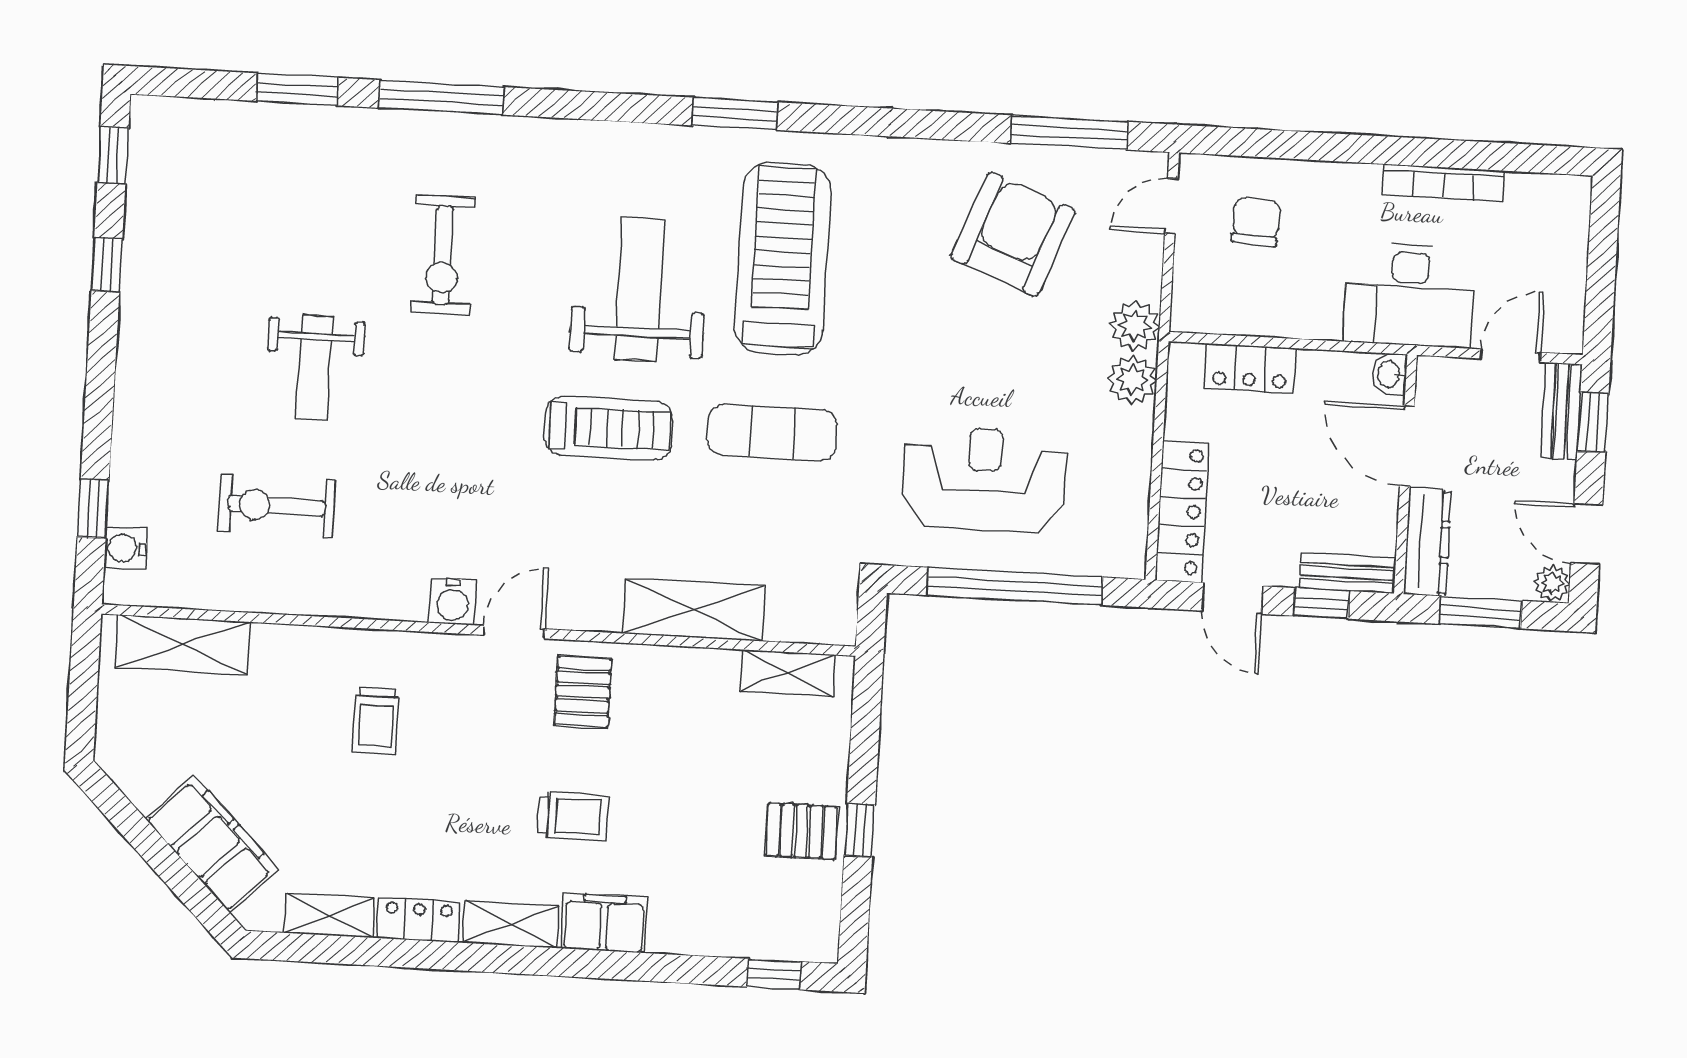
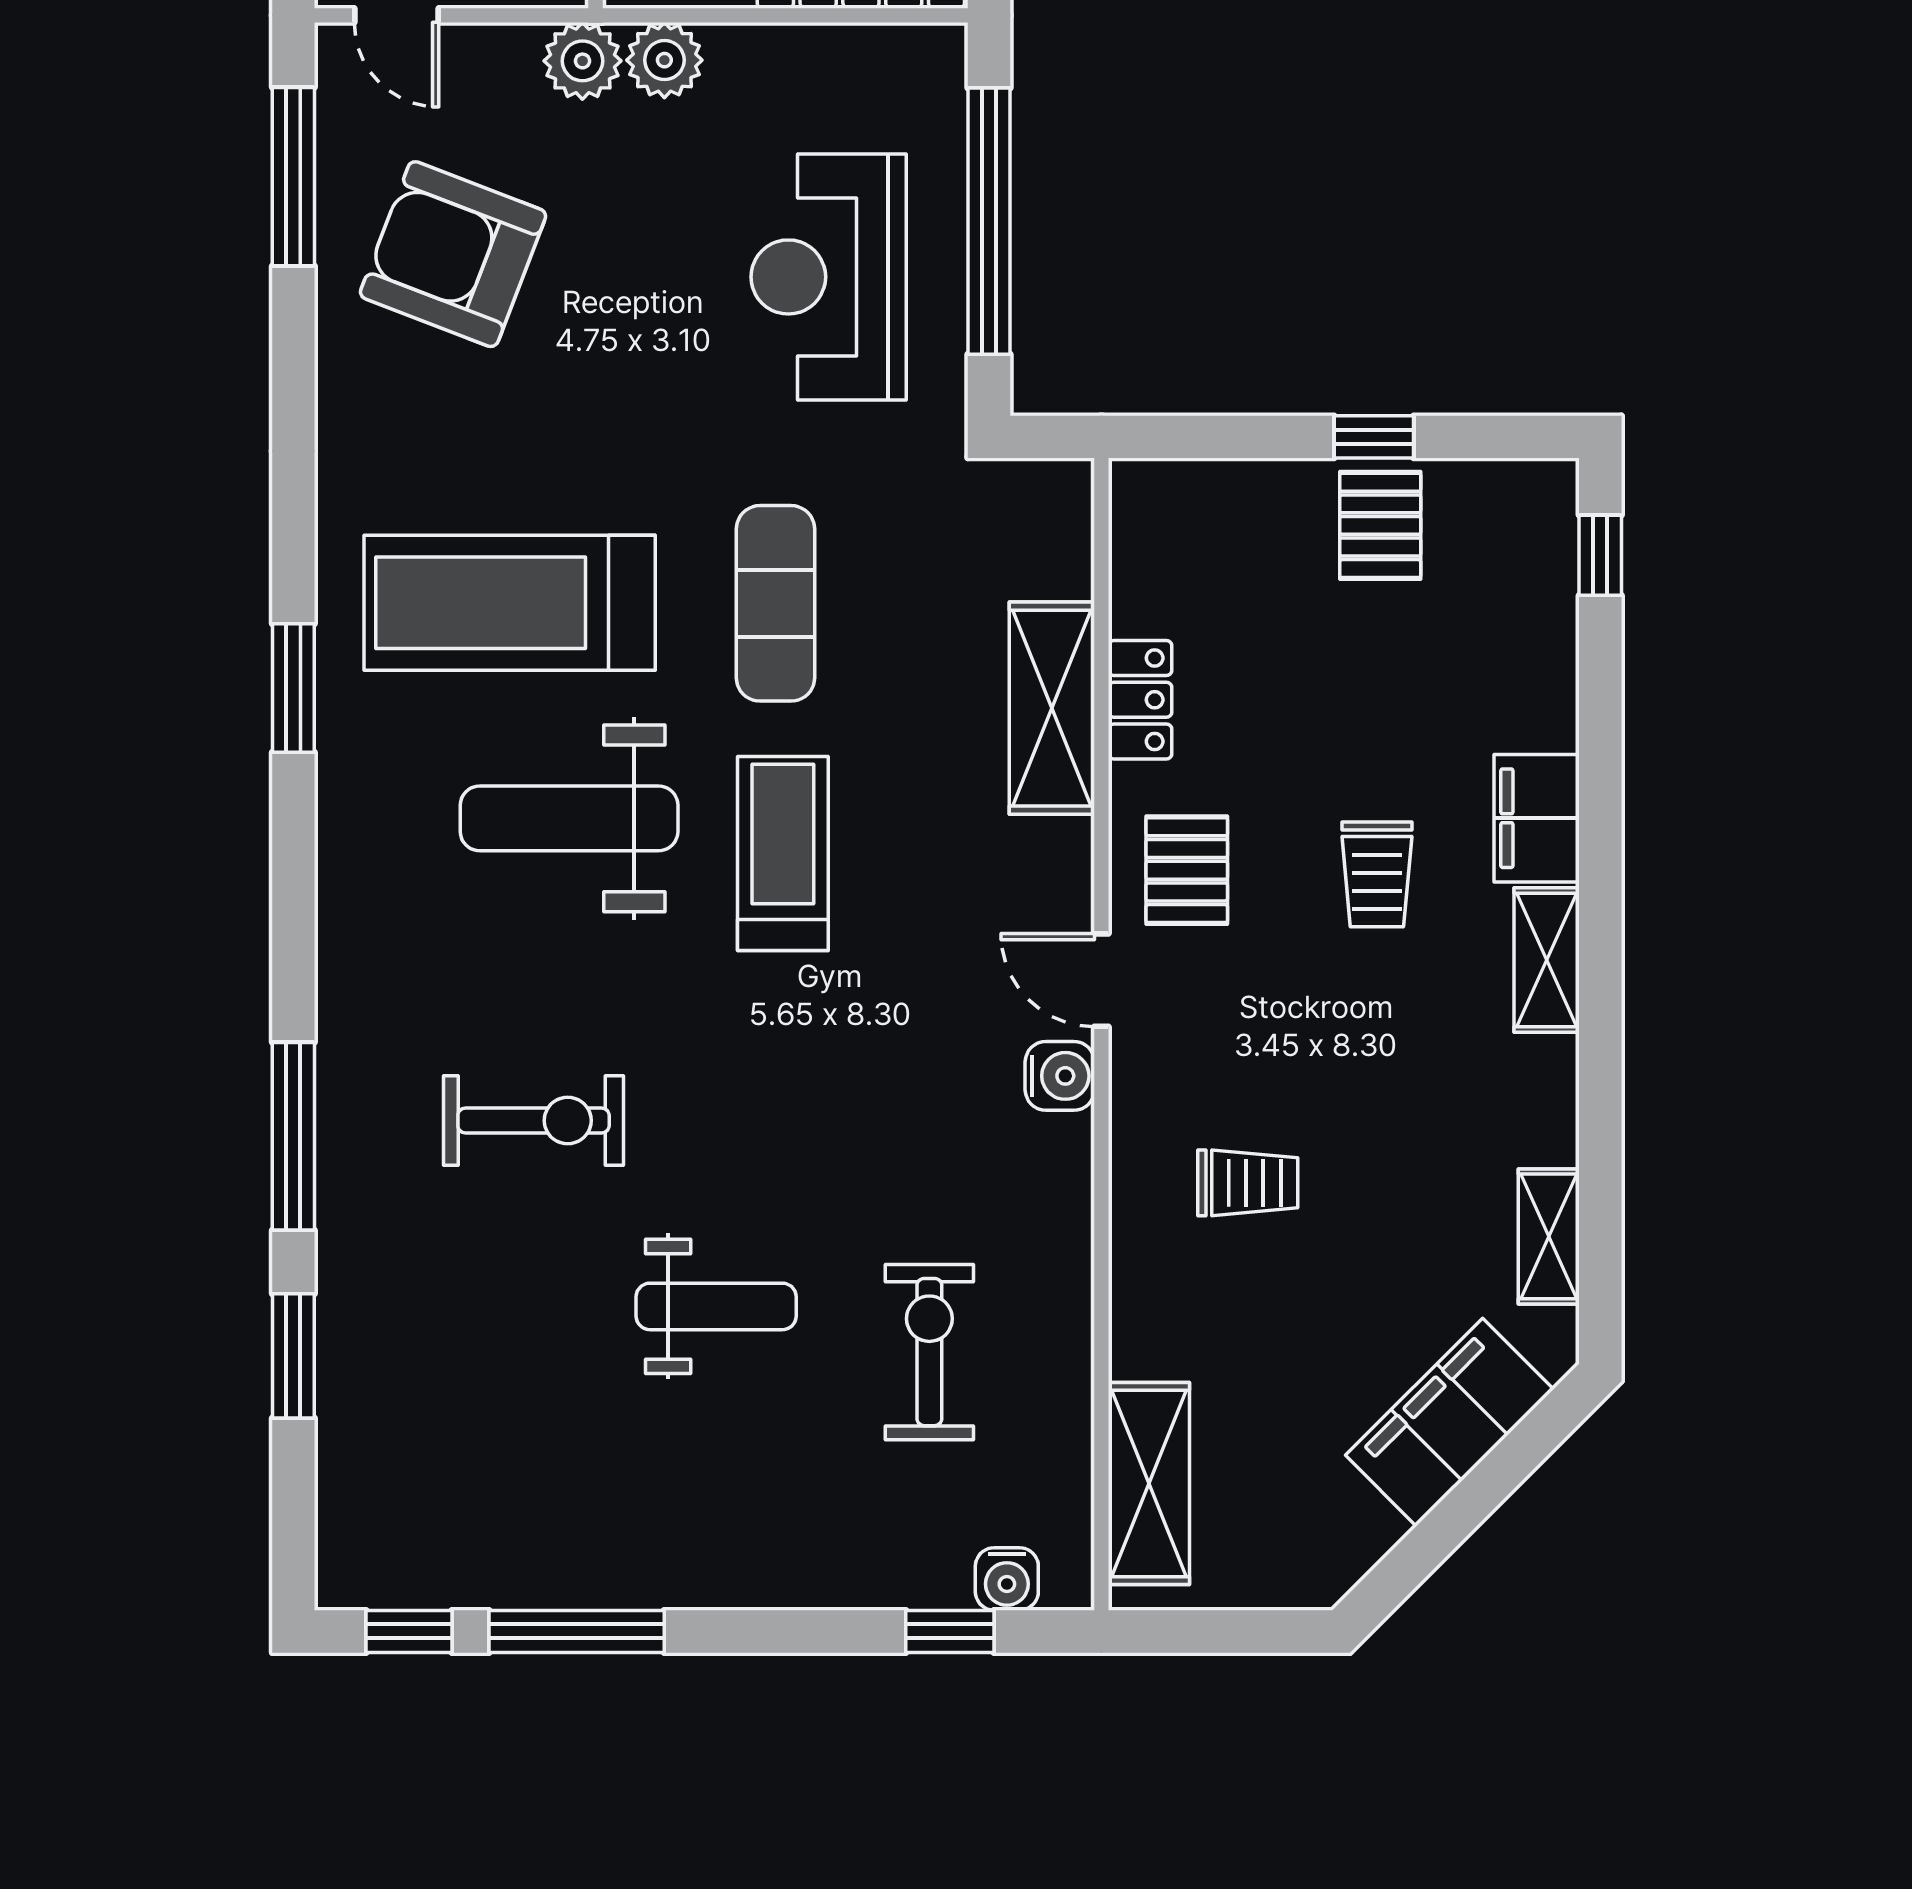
window: (107, 265) -> (577, 1631), width x2.17
exercise bike: (277, 506) -> (929, 1352), turned 180
shelving: (787, 673) -> (1140, 560), removed
pallet: (583, 692) -> (1187, 870), turned 90
trolley: (573, 816) -> (1377, 874), turned 180
locker: (419, 920) -> (1140, 700), moved, turned 180

